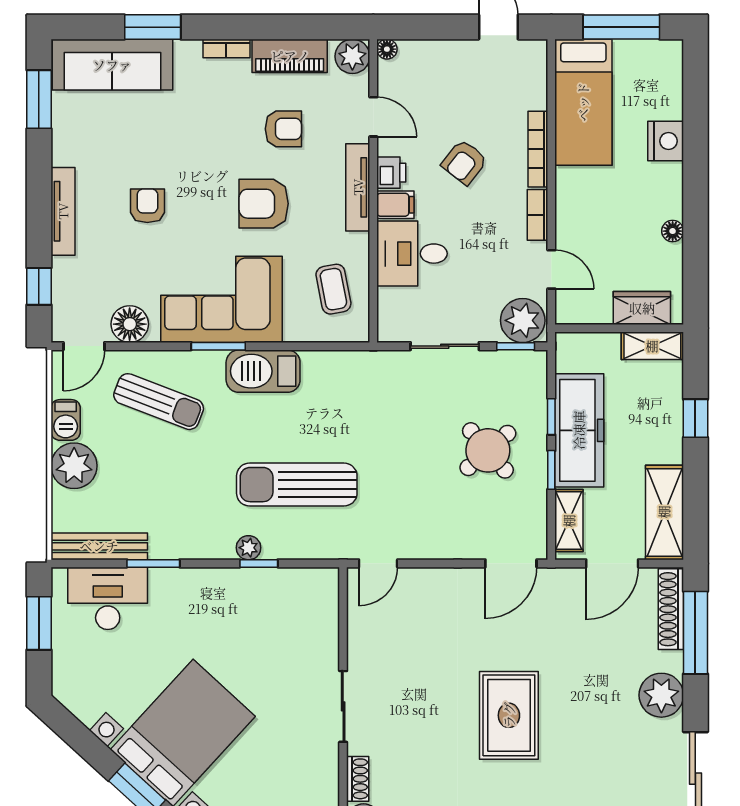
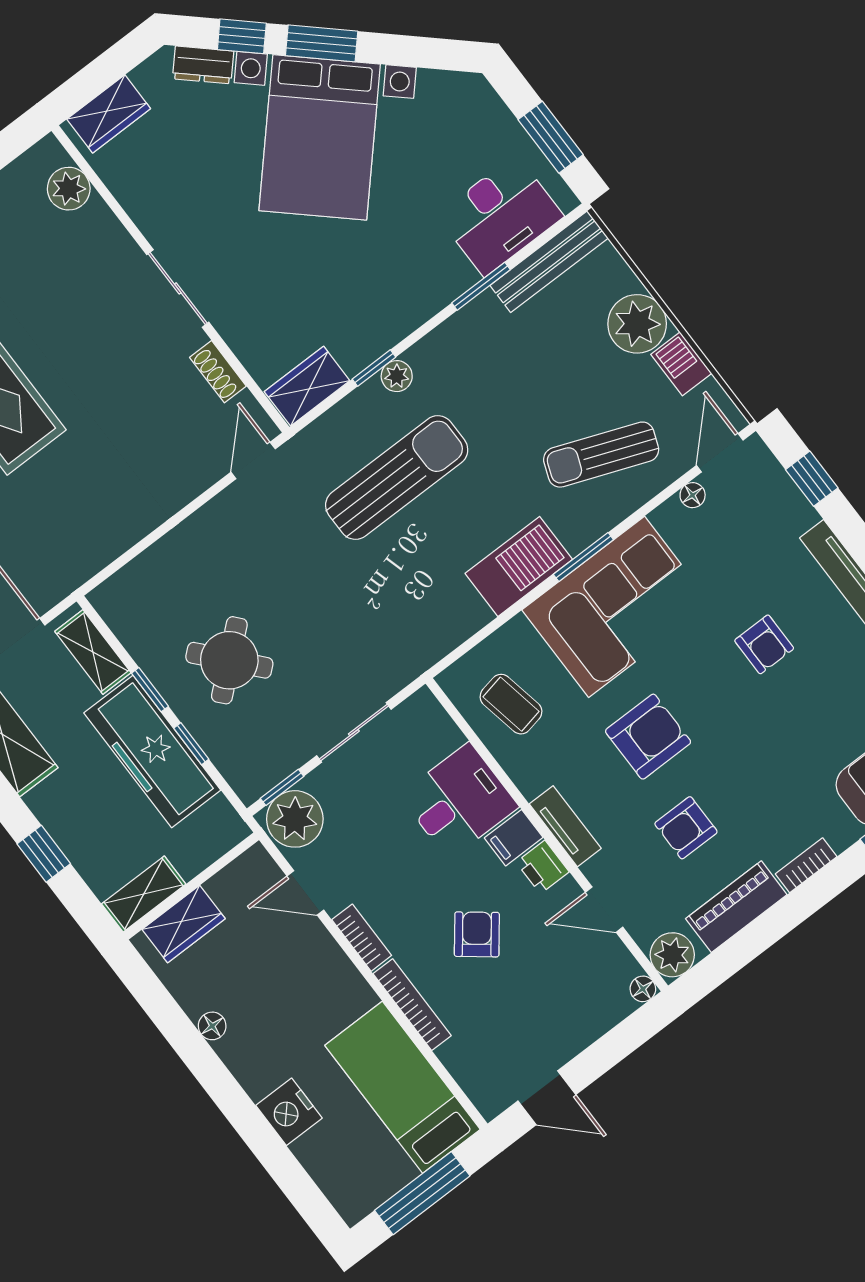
tv unit: (358, 187) -> (565, 826), width x0.71
floor lamp: (130, 324) -> (693, 495), width x0.53, depth x0.53
door: (511, 563) -> (118, 564), removed
wardrobe: (309, 584) -> (307, 386), added
shoe rack: (358, 779) -> (218, 372), moved

